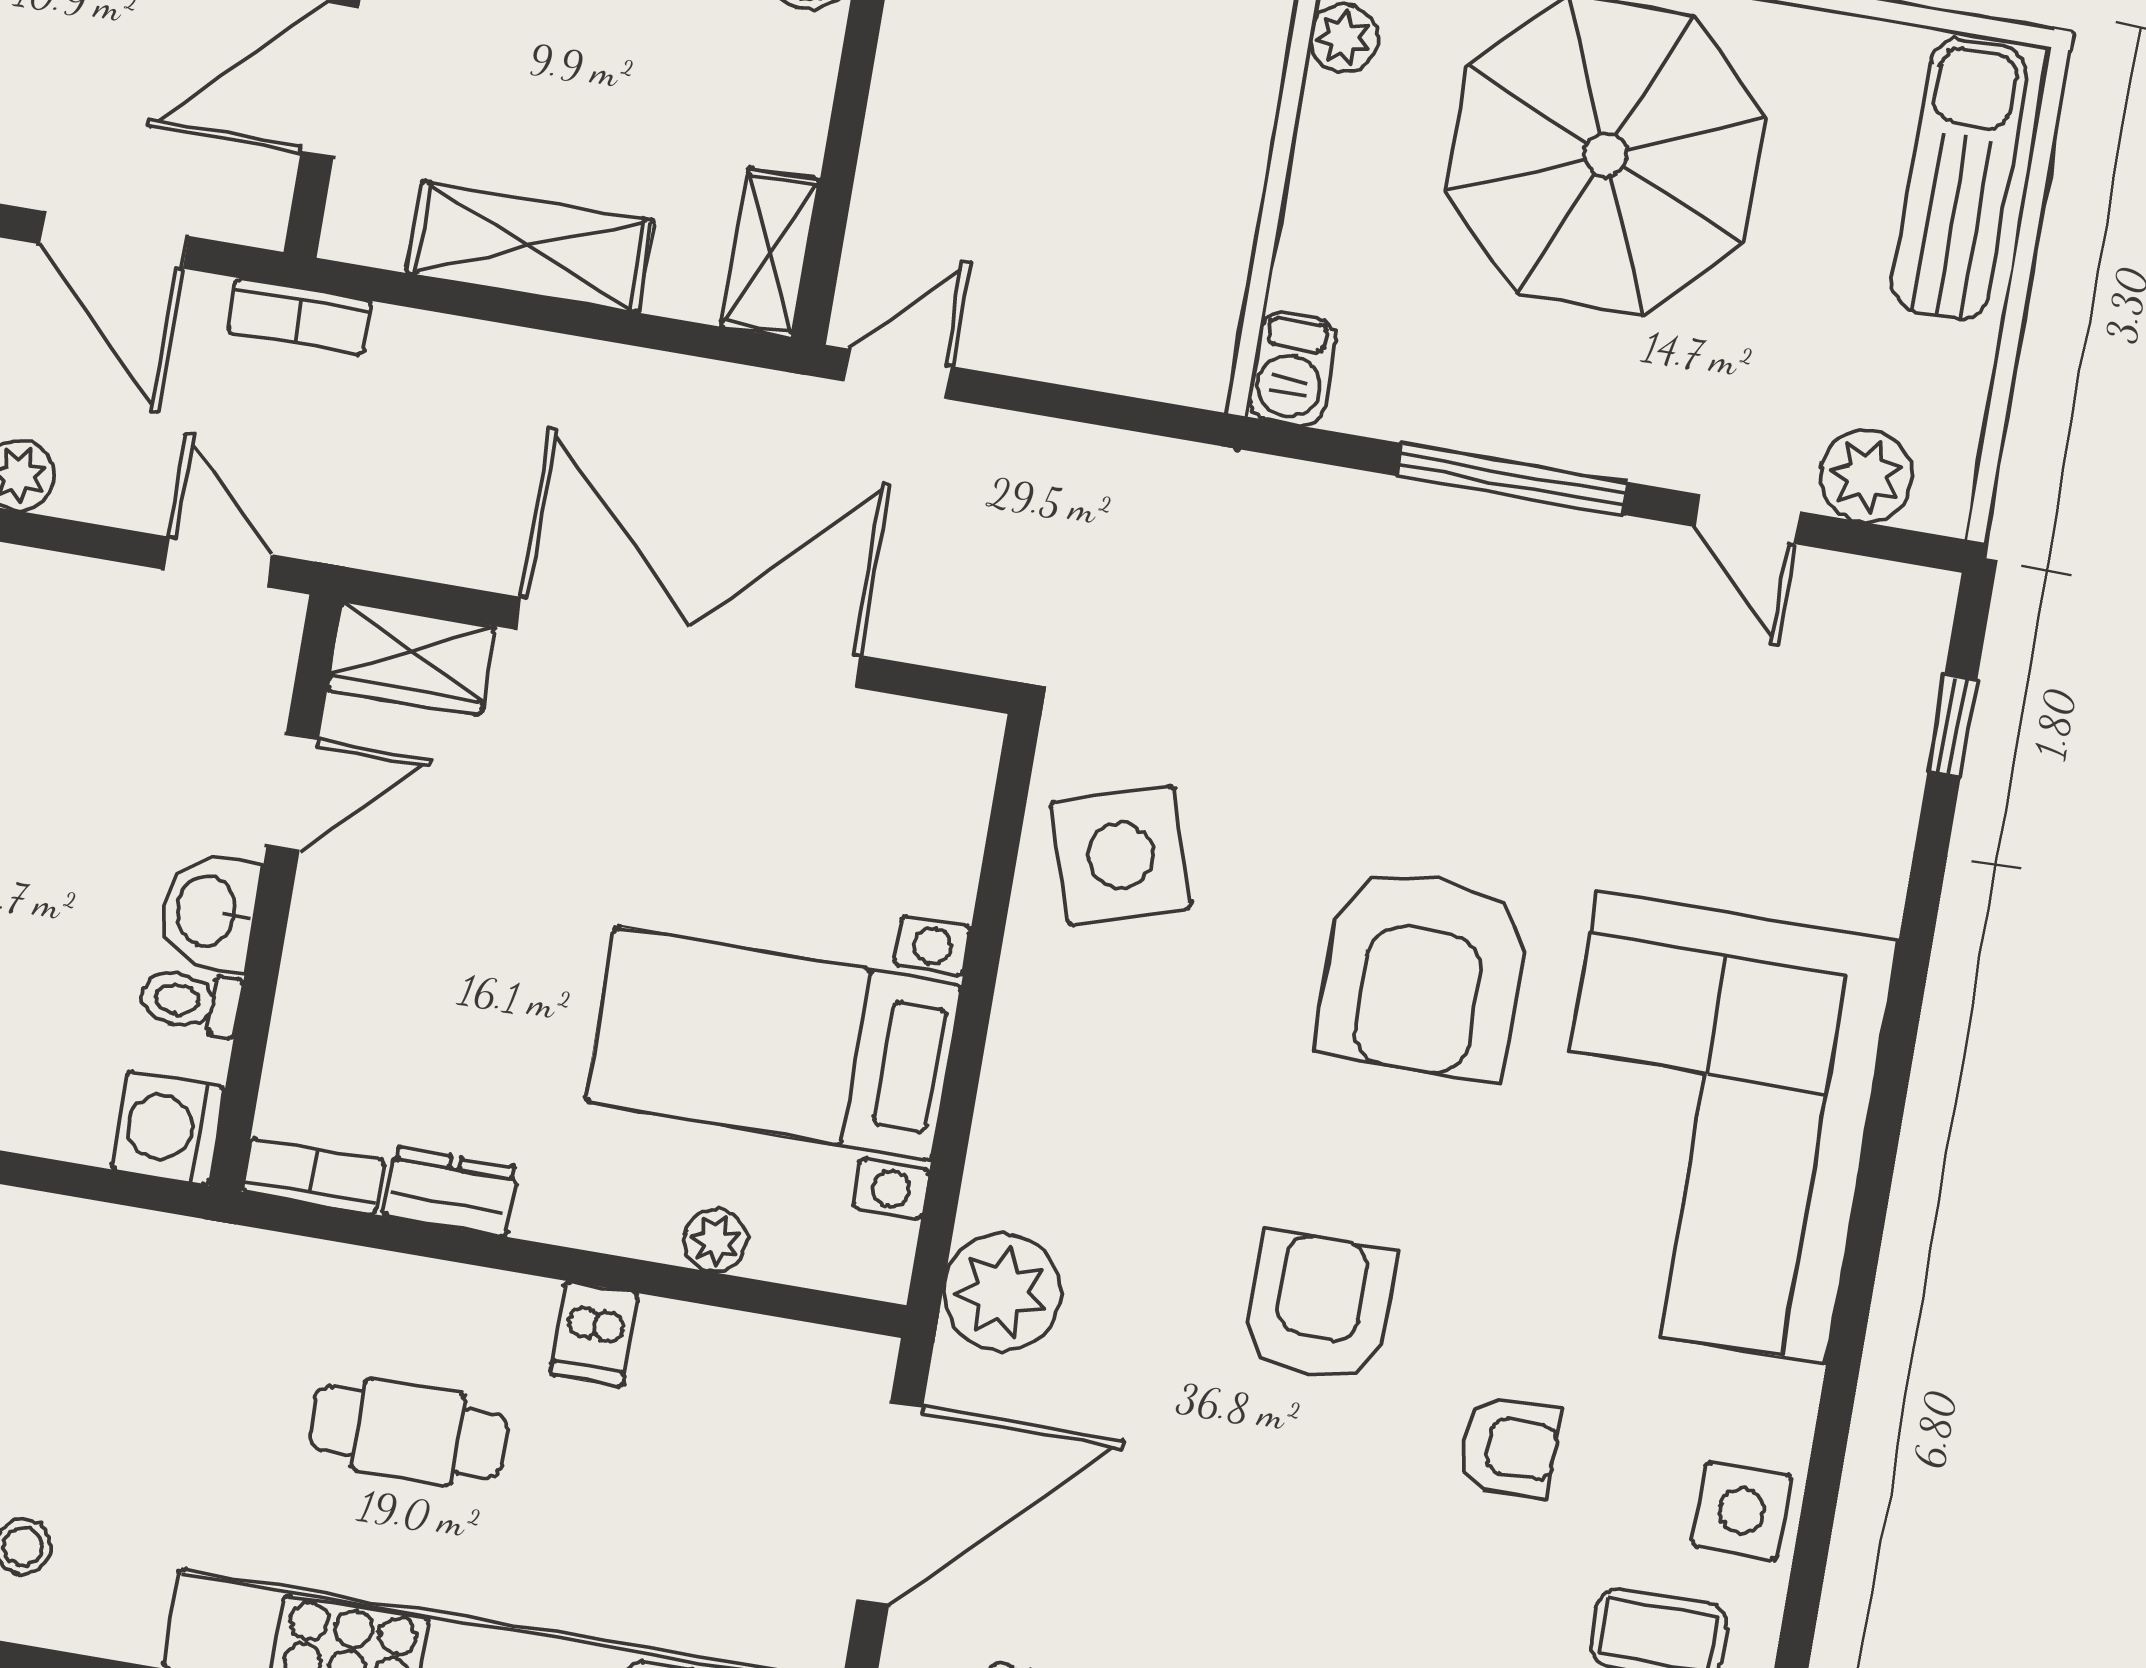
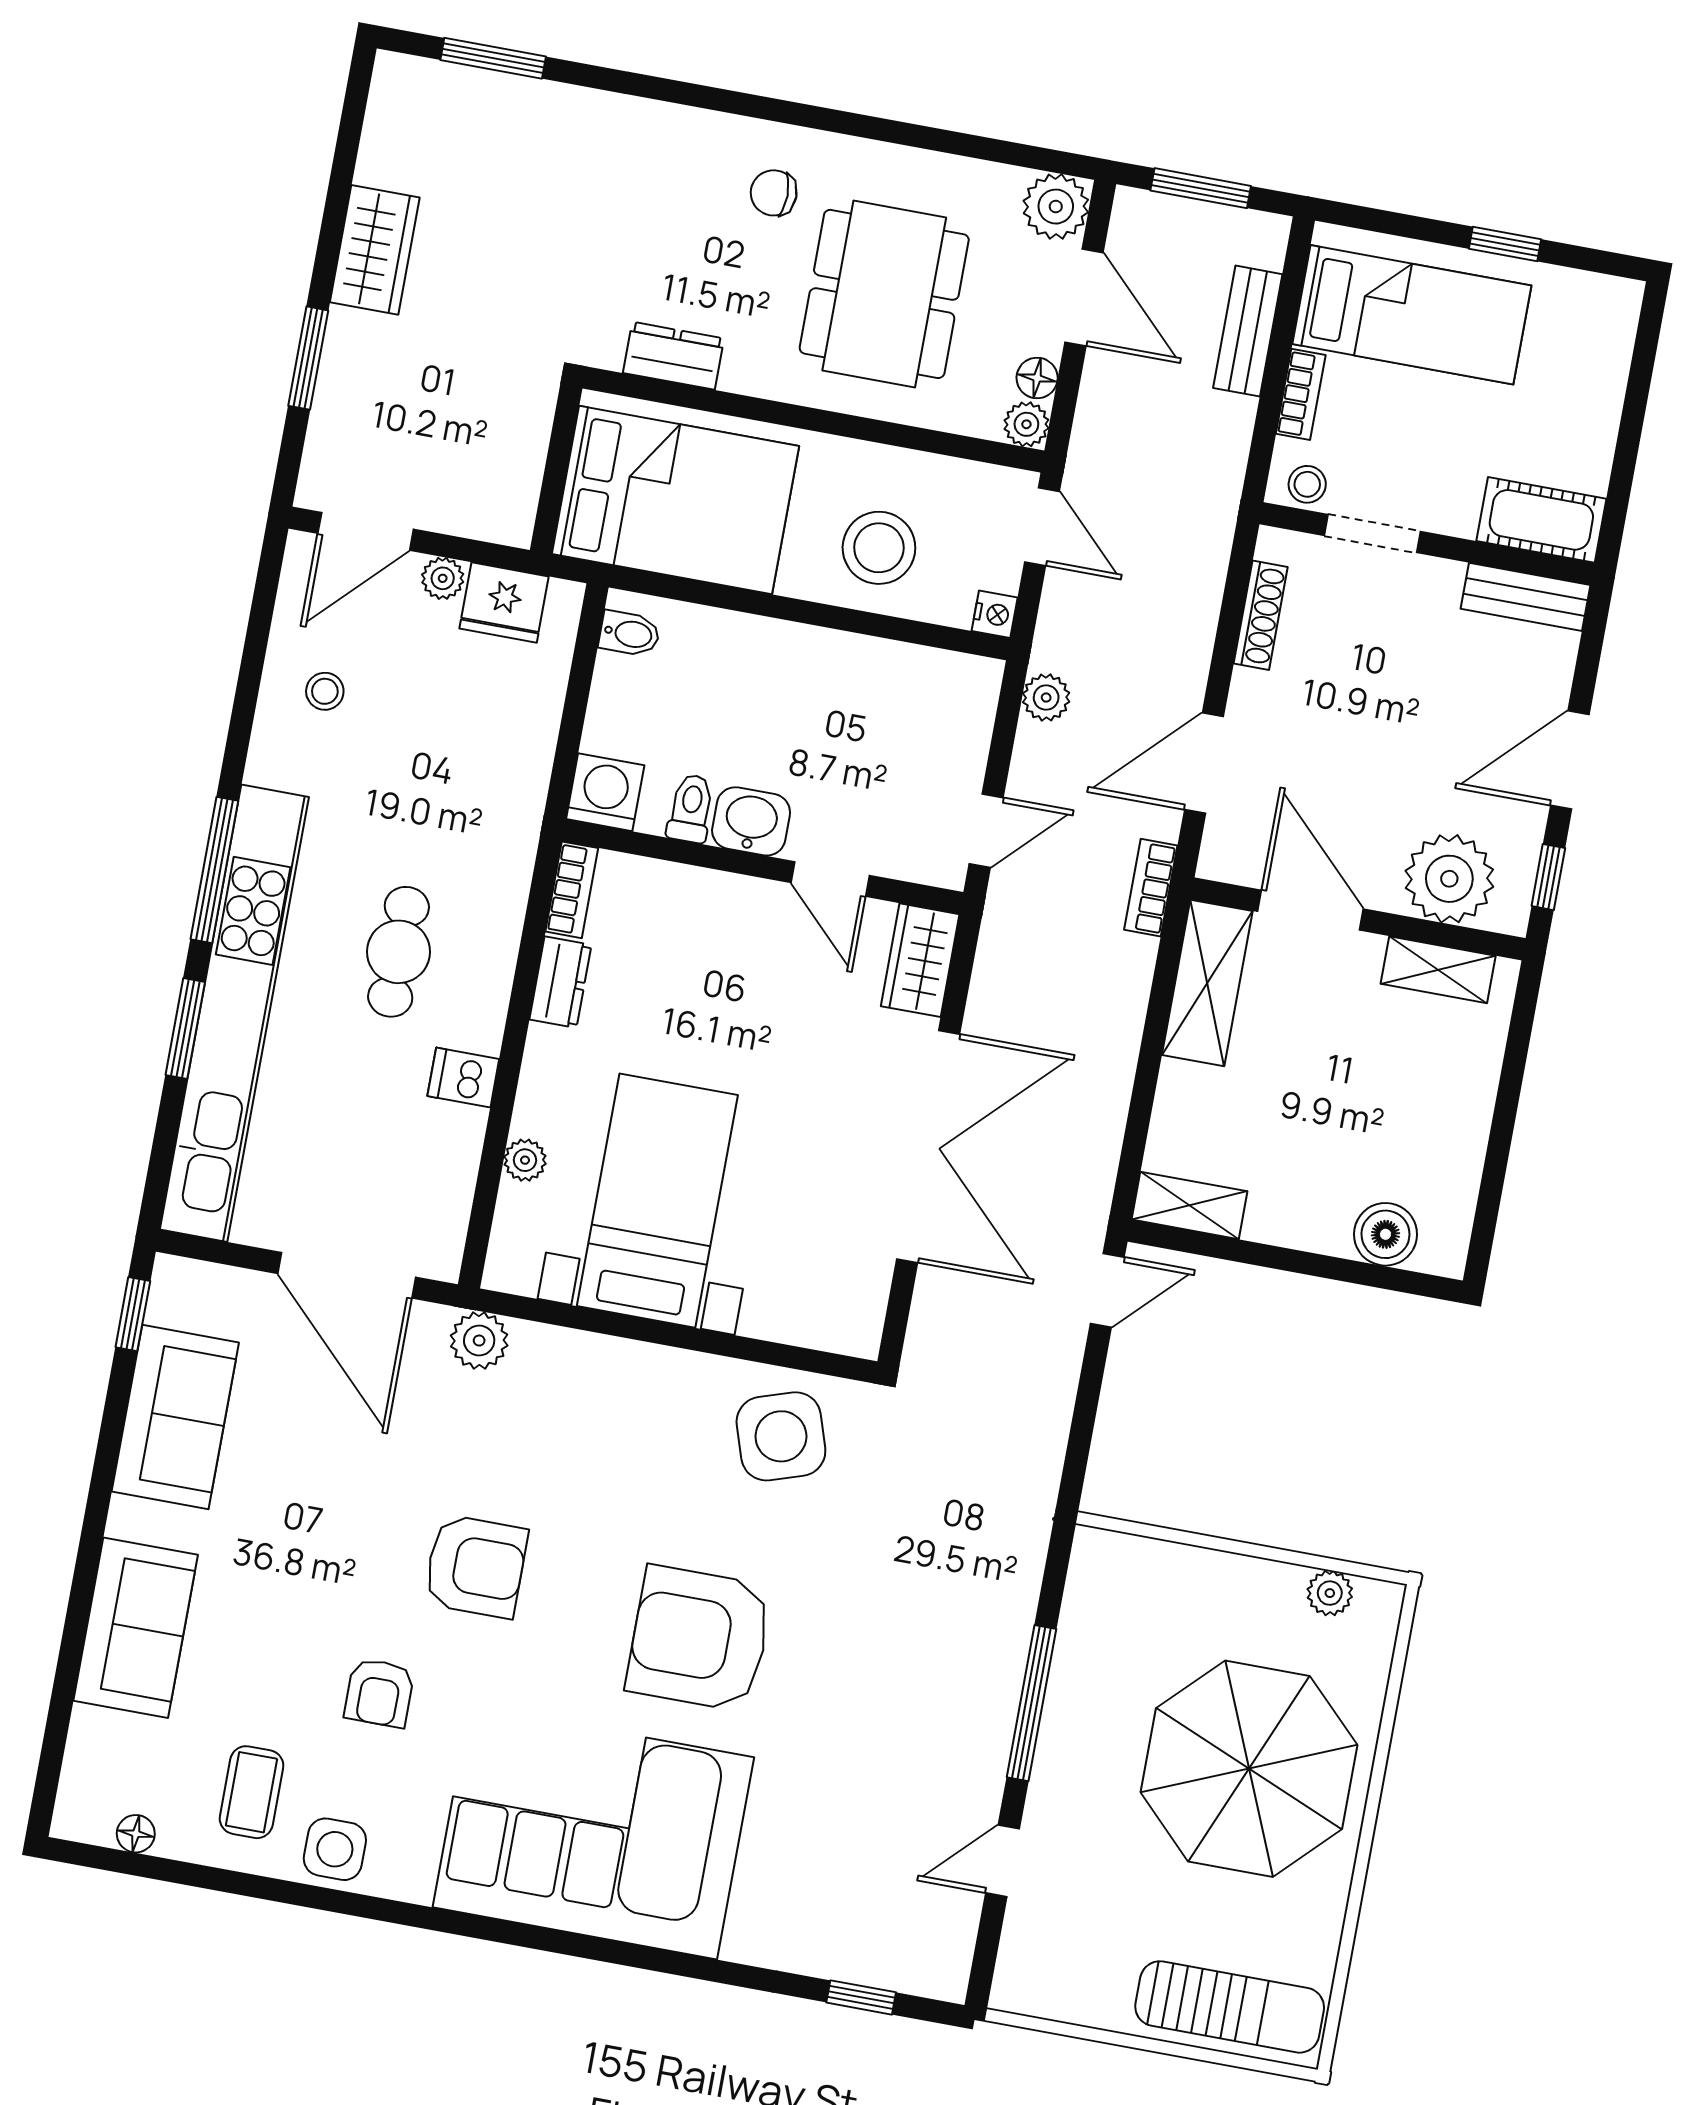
shelving: (530, 246) -> (1207, 983), moved
barbecue: (1292, 369) -> (1107, 1556), removed
door: (898, 374) -> (1107, 1290), hinge flipped
plant: (1866, 476) -> (1031, 1942), removed
plant: (1002, 1293) -> (479, 1341), width x0.73, depth x0.73

